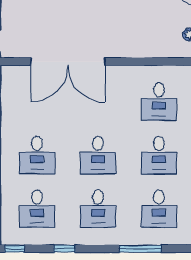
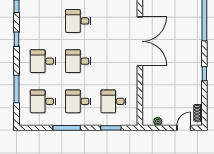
double door: (68, 62) -> (140, 41), swing flipped
desk: (37, 209) -> (43, 21), removed

